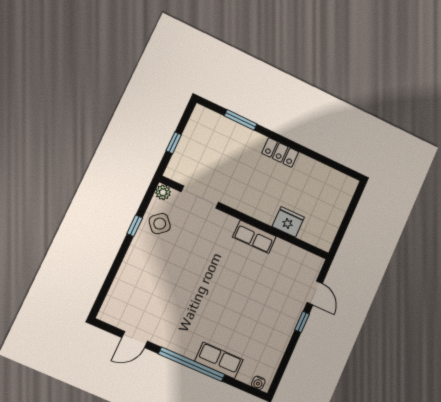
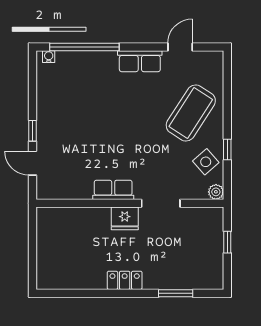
doorway: (200, 197) -> (161, 203), moved
fridge: (288, 222) -> (125, 218), moved
coffee table: (153, 274) -> (191, 113), added
row of seats: (219, 360) -> (140, 61), moved
window: (192, 364) -> (84, 47), moved

